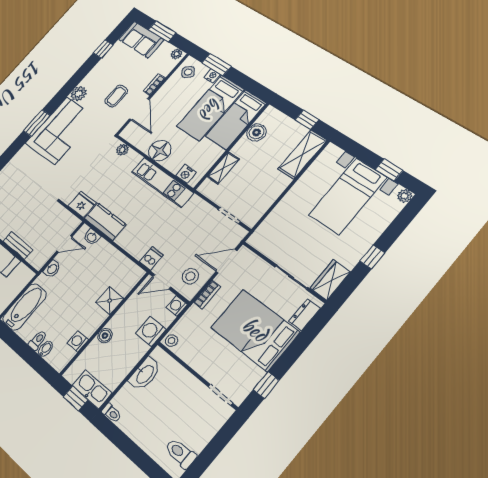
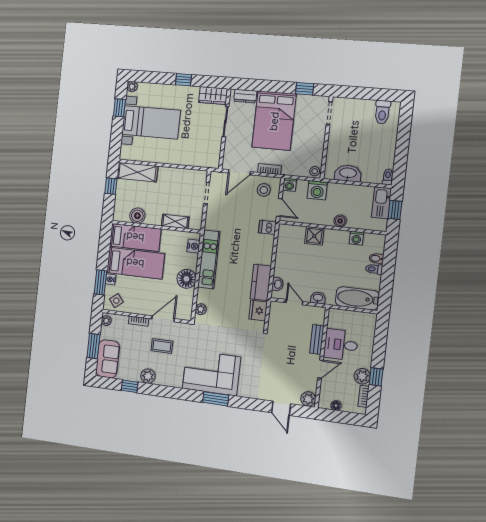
plant: (79, 94) -> (148, 376), moved
door: (226, 261) -> (239, 172), hinge flipped

